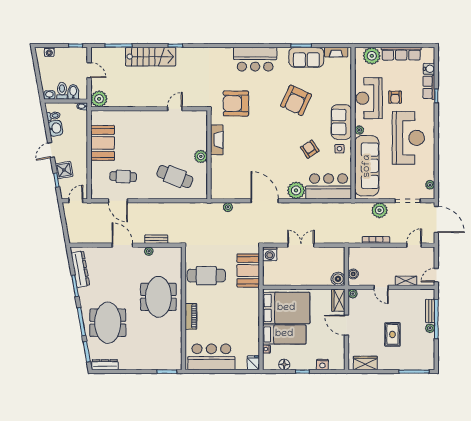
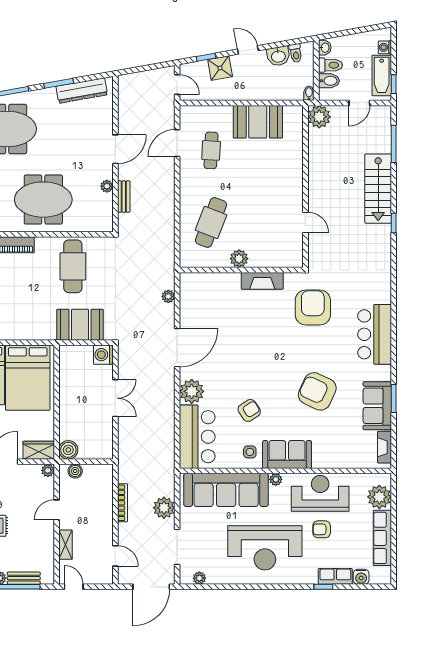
bathtub: (69, 54) -> (382, 75), added

